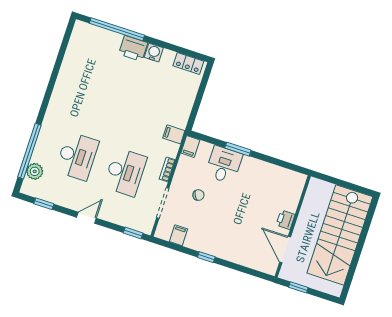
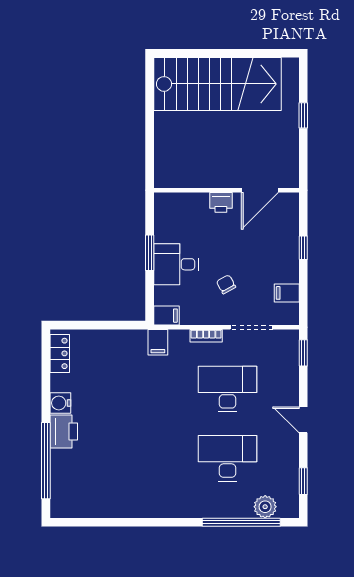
printer: (286, 220) -> (221, 202), moved
wall: (293, 226) -> (226, 190), moved
door: (285, 250) -> (260, 190), moved

